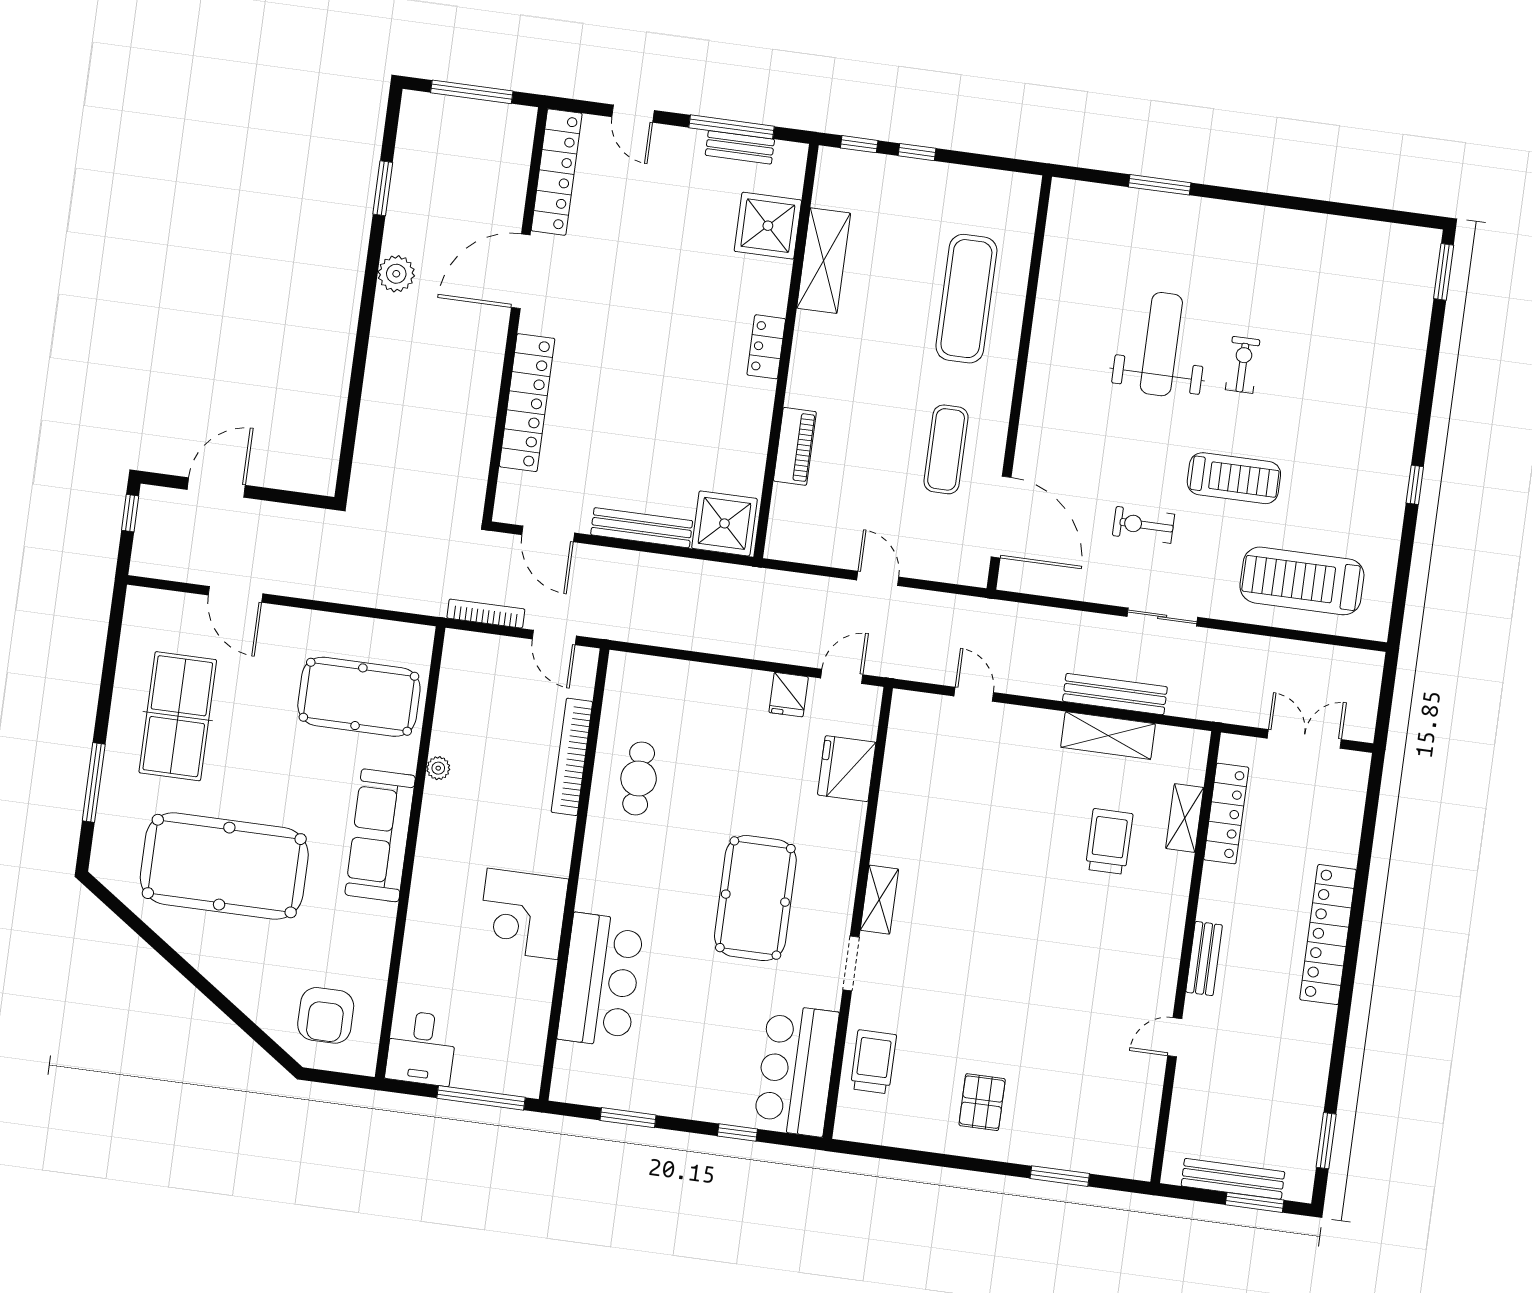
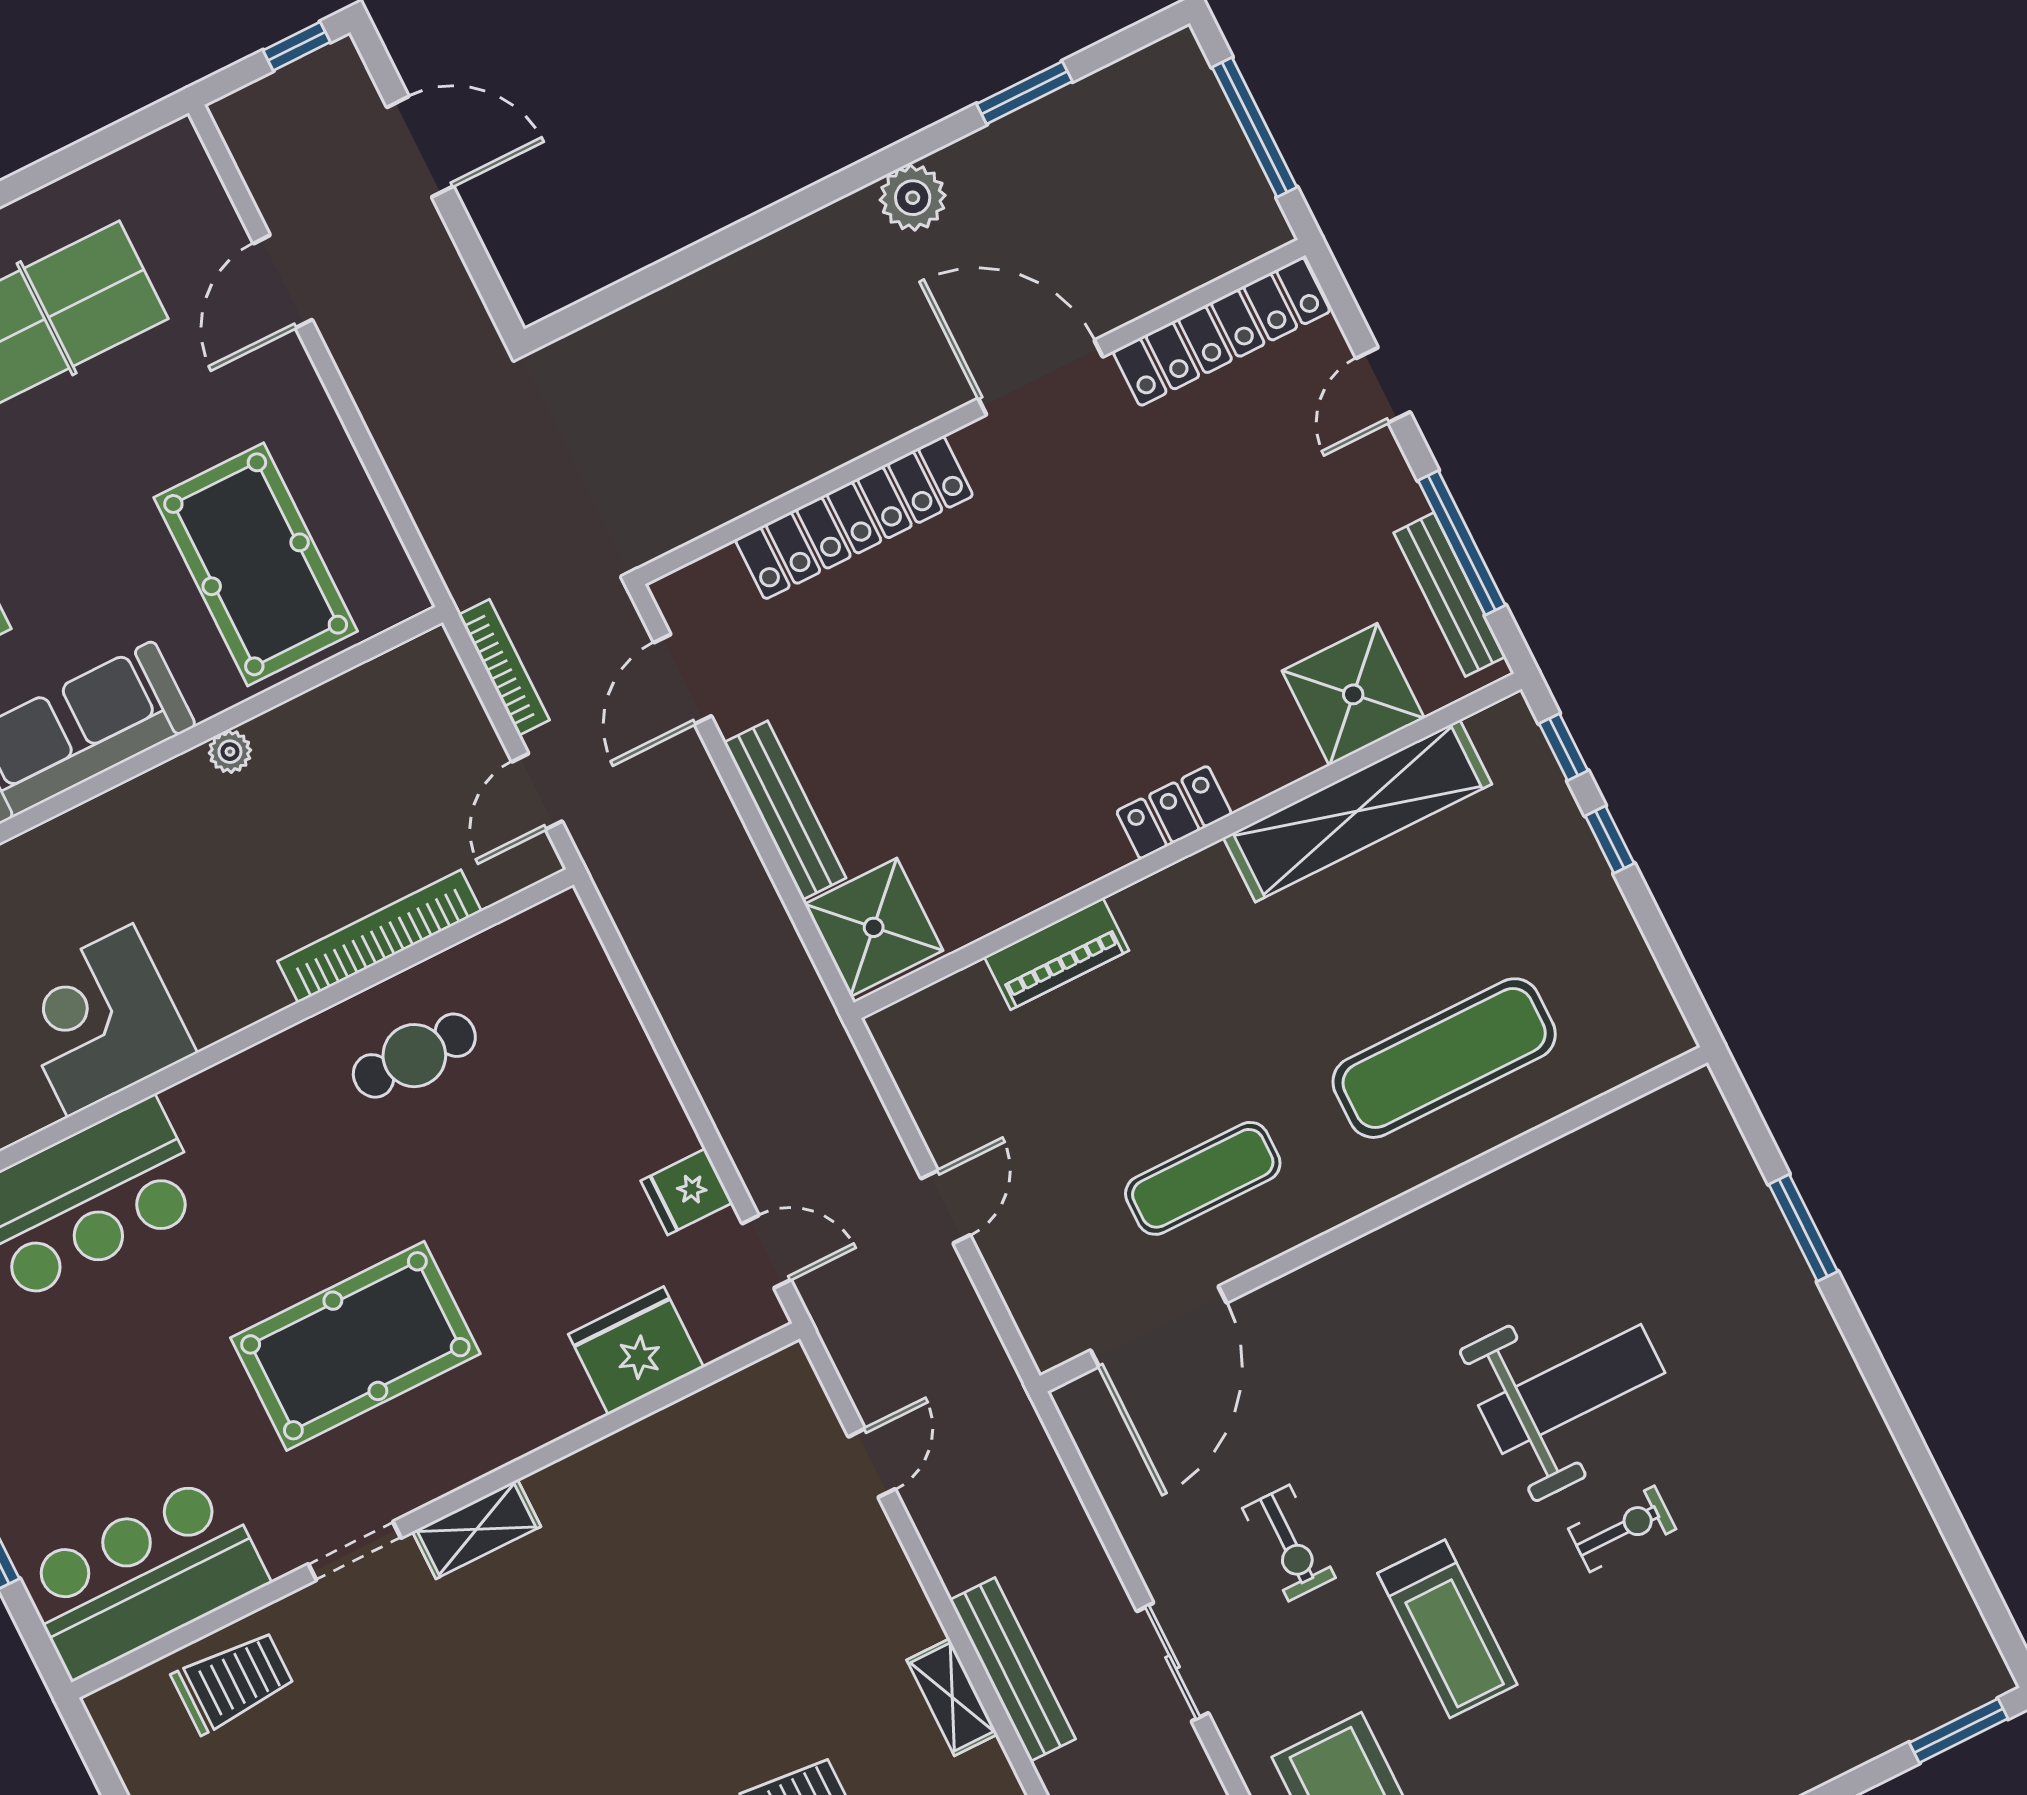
bench: (740, 147) -> (1450, 595), width x1.36
shelving: (824, 261) -> (1358, 811), width x1.47
exercise bike: (1144, 525) -> (1289, 1543), turned 180
shelving: (1108, 735) -> (952, 1697), width x0.67, depth x0.75

